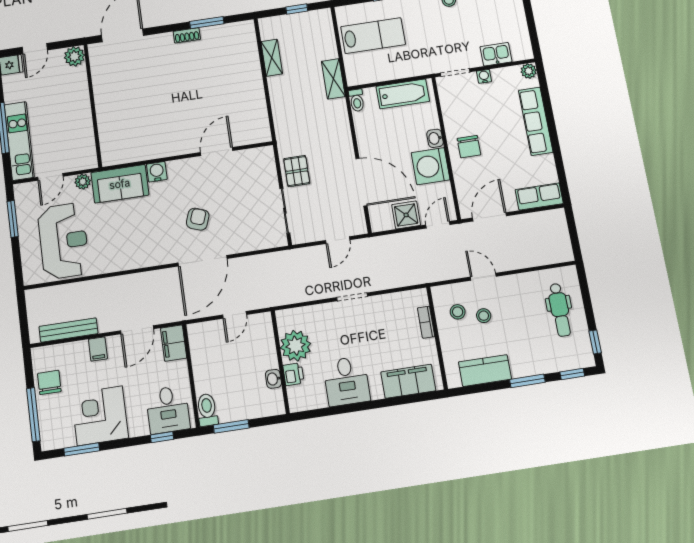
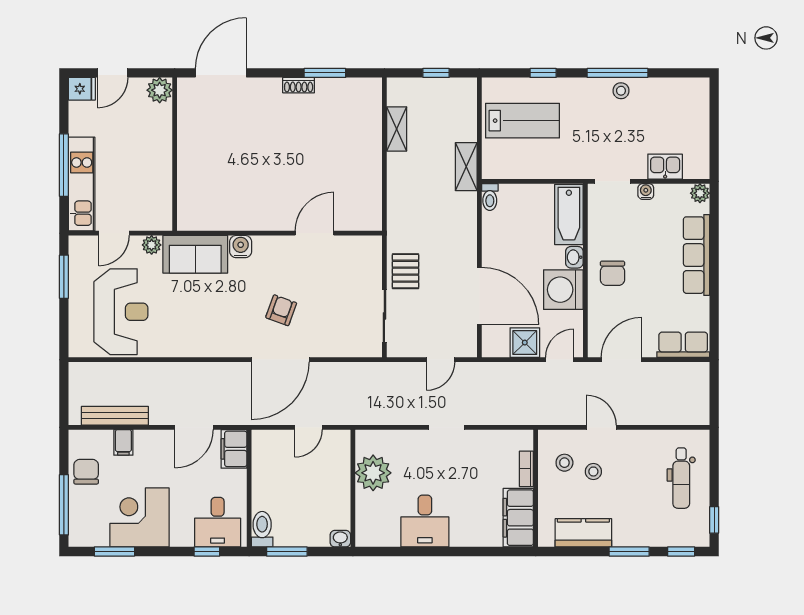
bathtub: (403, 94) -> (569, 214), moved, turned 90
filing cabinet: (98, 349) -> (123, 442), moved
printer: (293, 374) -> (366, 504), removed
washbasin: (273, 379) -> (340, 539), moved, turned 90
filing cabinet: (408, 381) -> (518, 518), moved, turned -90

